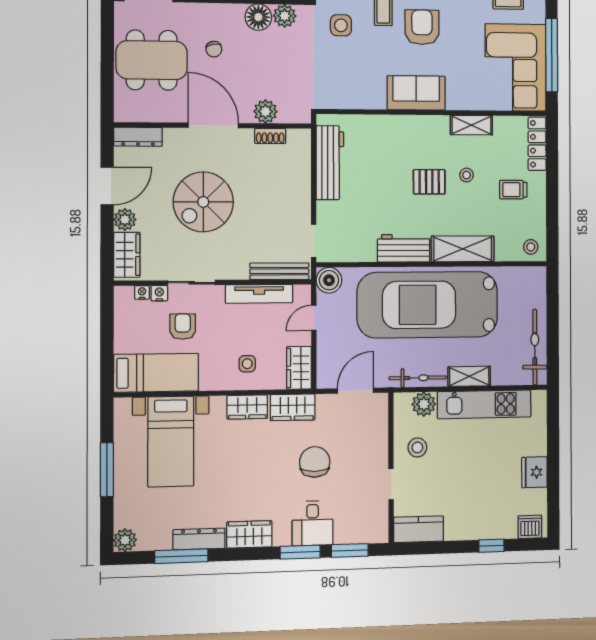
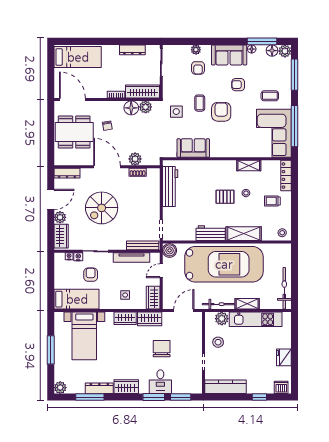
sofa: (416, 93) -> (193, 148), moved
car: (428, 305) -> (224, 264), turned 180
kitchen counter: (419, 529) -> (226, 387), width x1.50

